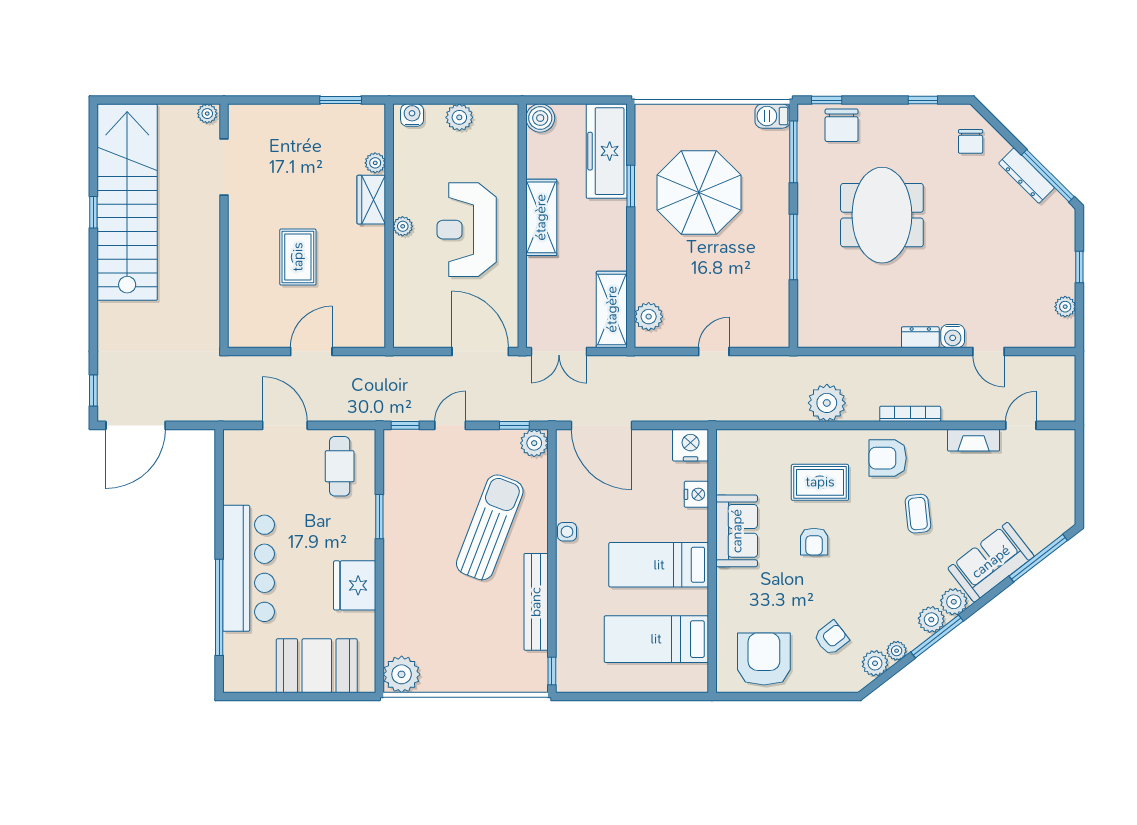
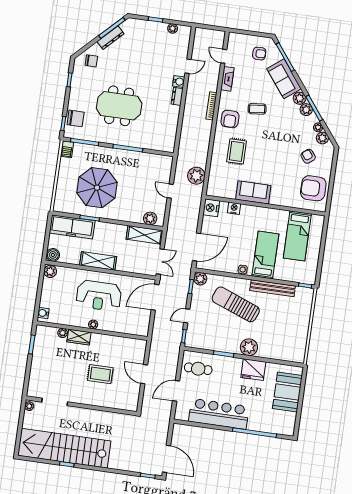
plant: (459, 117) -> (50, 271), moved
plant: (827, 403) -> (196, 176), moved
door: (450, 425) -> (187, 316), hinge flipped
armchair: (814, 542) -> (259, 54), moved
bed: (659, 565) -> (265, 255), moved, turned 180
bar counter: (249, 568) -> (219, 414), moved
plant: (402, 674) -> (249, 347), moved

